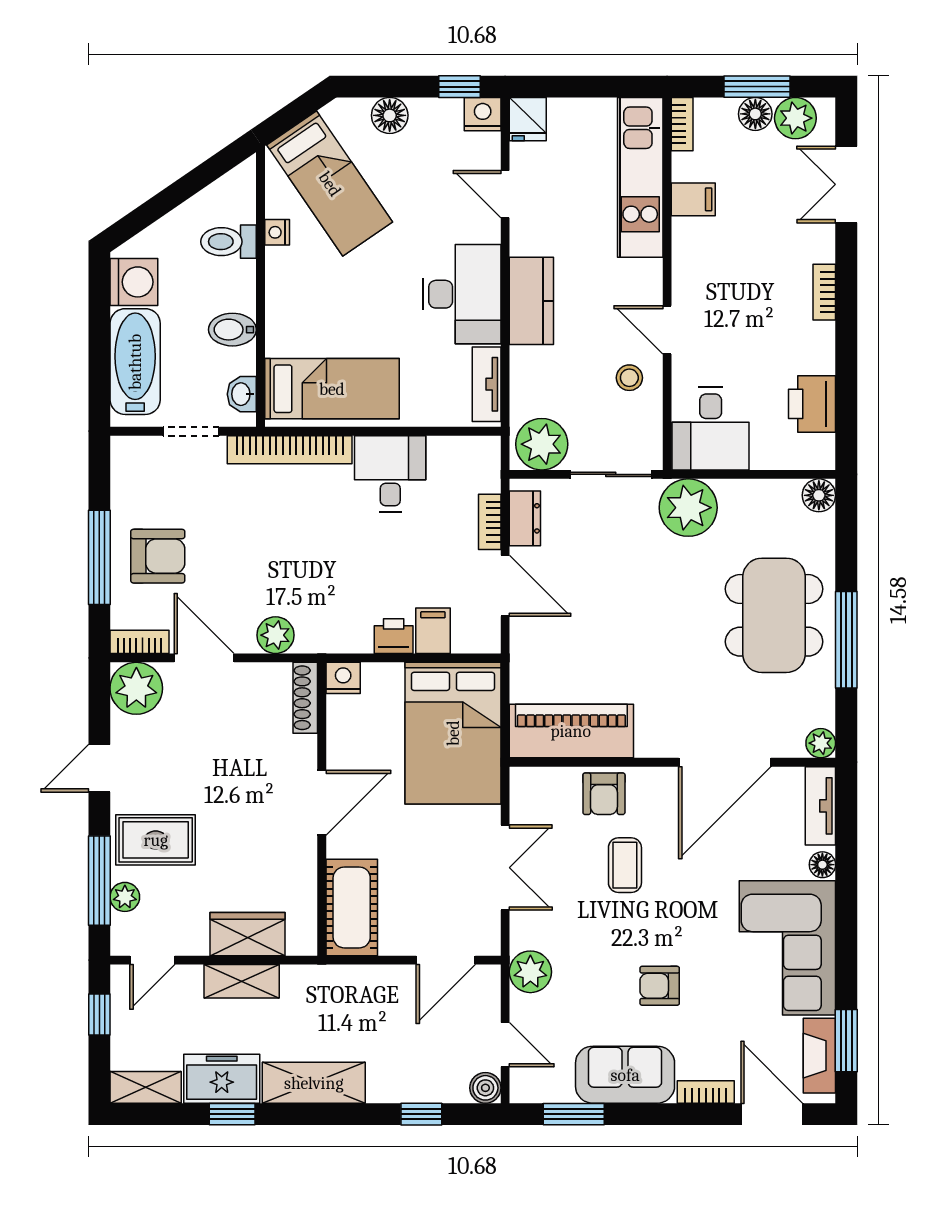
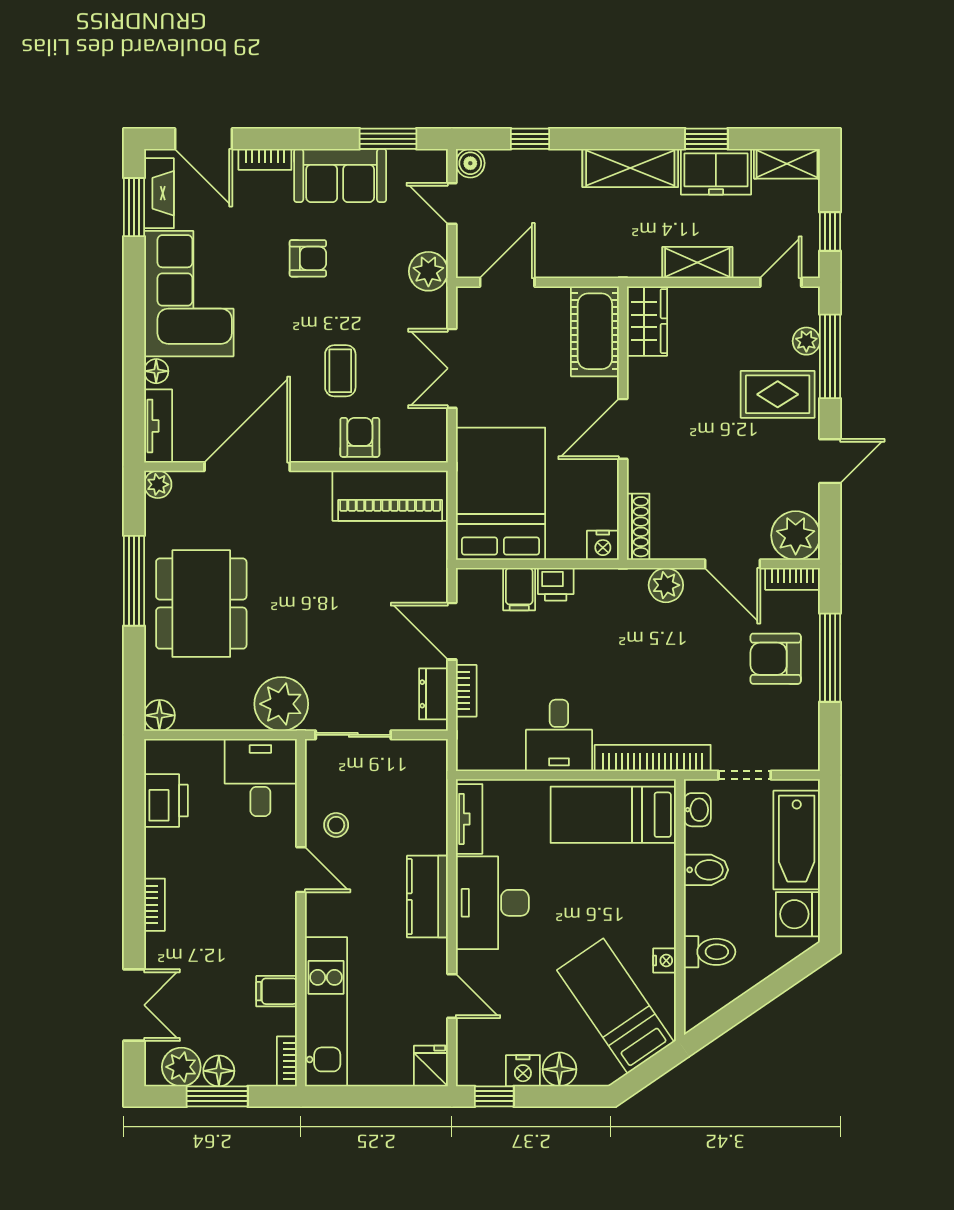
nightstand: (483, 114) -> (523, 1071), moved
plant: (542, 444) -> (418, 763), removed
wardrobe: (248, 934) -> (647, 321), moved, turned -90

